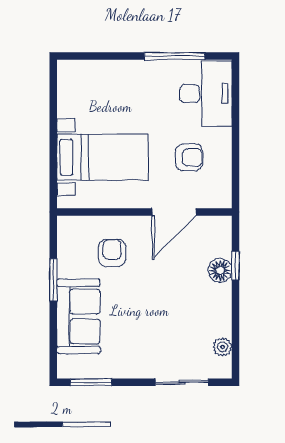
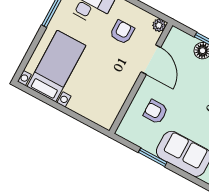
bed with nightstands: (102, 157) -> (56, 66), moved
plant: (222, 199) -> (159, 25), added

